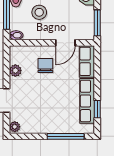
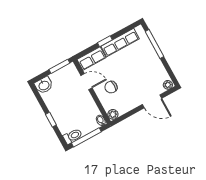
stool: (39, 12) -> (75, 113), removed
plant: (15, 71) -> (113, 114), moved
window: (97, 109) -> (105, 41), moved

